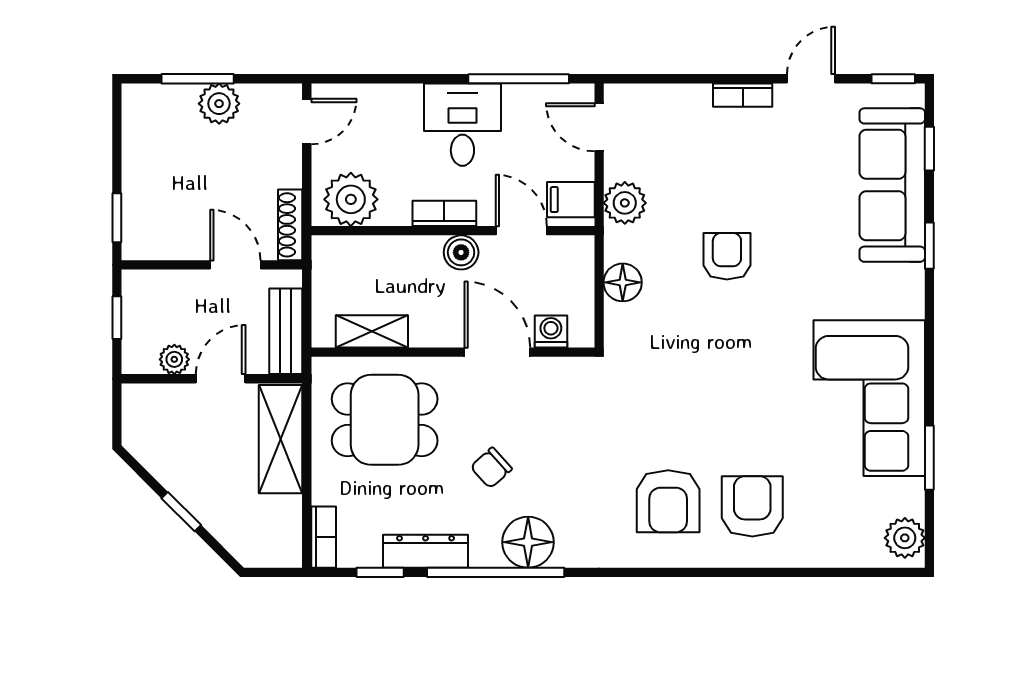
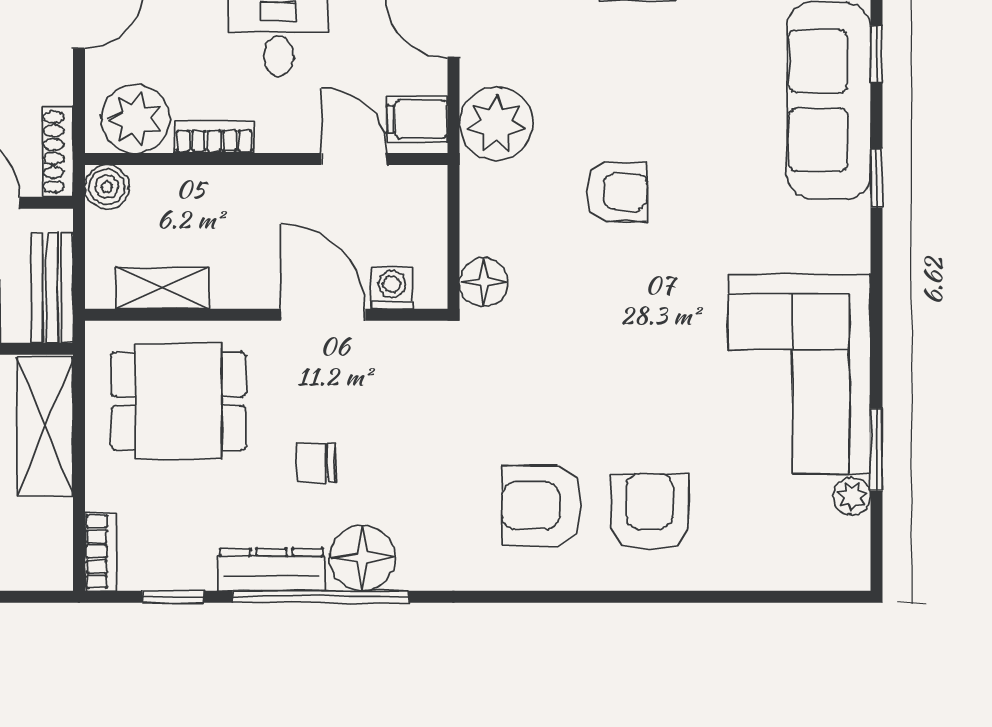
plant: (625, 203) -> (496, 124), width x1.36, depth x1.36
bookcase: (444, 213) -> (214, 137), moved
boiler: (461, 252) -> (107, 187), moved
armchair: (727, 256) -> (617, 192), turned 90
floor lamp: (623, 282) -> (484, 282), moved
chair: (491, 468) -> (315, 463), turned 42
armchair: (668, 501) -> (542, 506), turned 90
plant: (905, 538) -> (852, 496), moved, width x0.73, depth x0.73
dresser: (426, 551) -> (271, 570), moved

